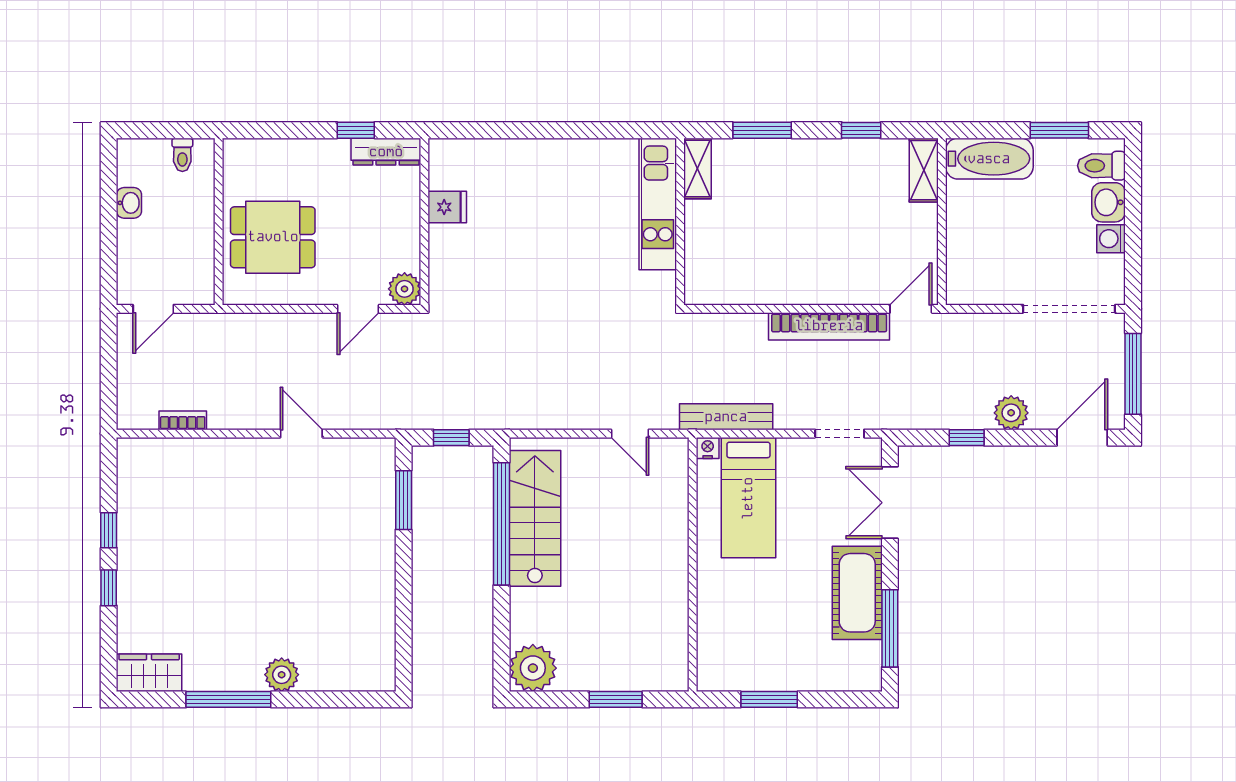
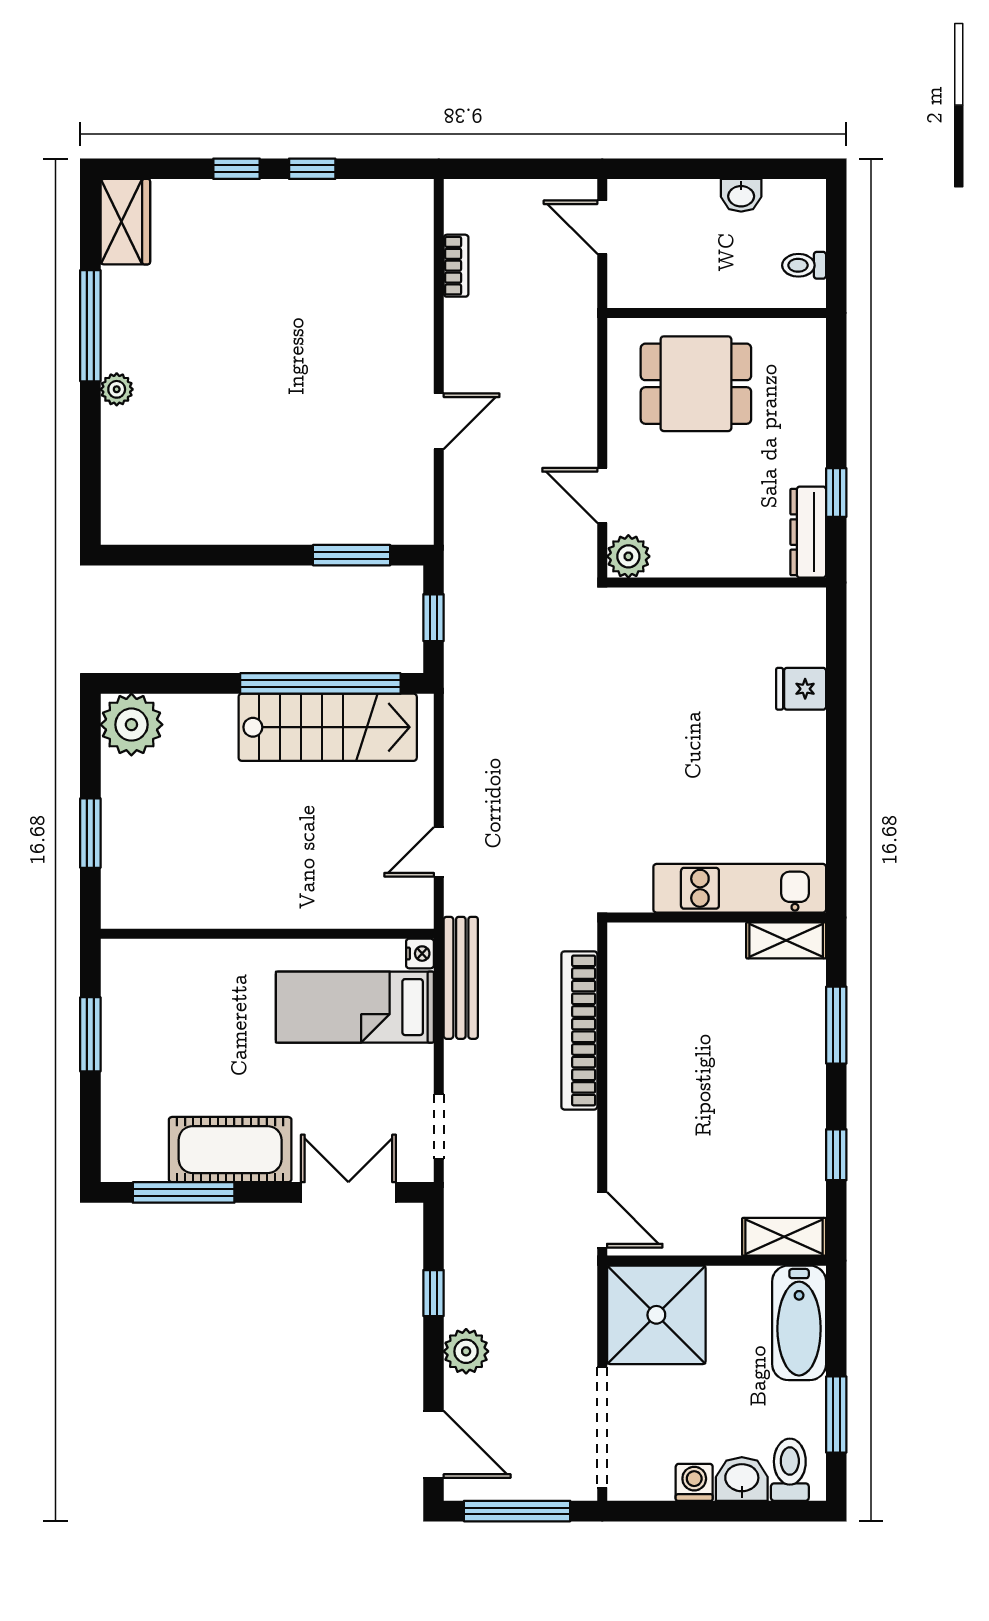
fridge: (447, 207) -> (801, 689), moved, turned 90
dining table: (273, 237) -> (696, 384), turned 90
shower: (983, 268) -> (656, 1315), added
bookcase: (829, 326) -> (579, 1030), moved
plant: (282, 675) -> (117, 389), width x0.73, depth x0.73

